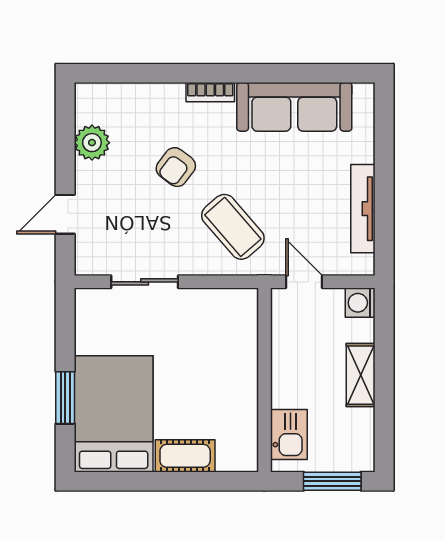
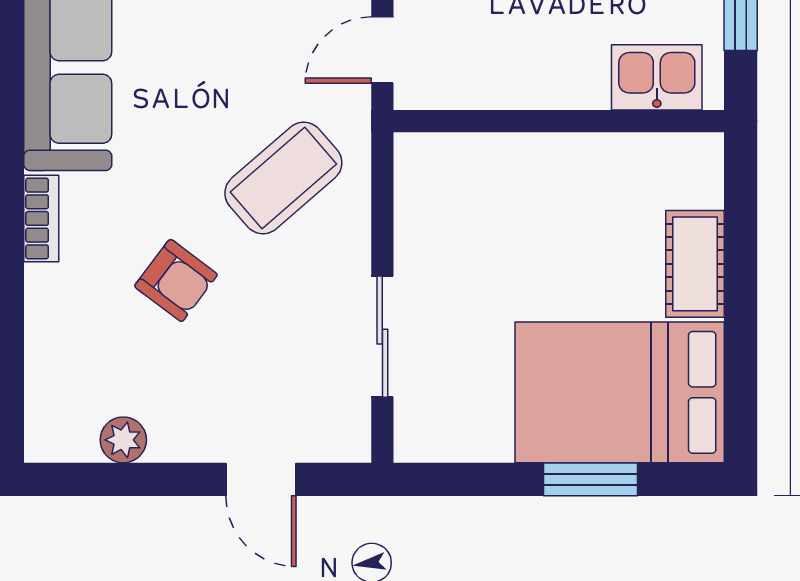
plant: (92, 143) -> (123, 440), width x0.73, depth x0.73

